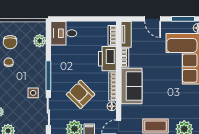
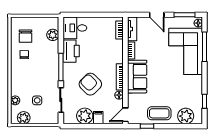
printer: (107, 59) -> (71, 51), moved, turned 180
side table: (33, 93) -> (37, 100), moved

